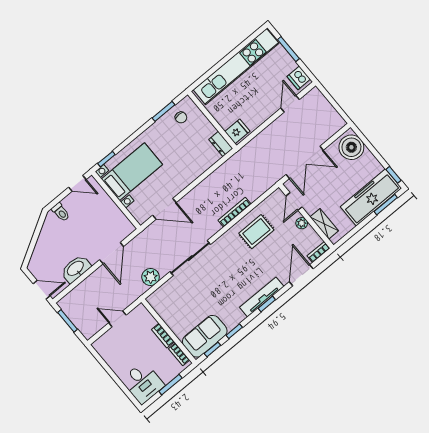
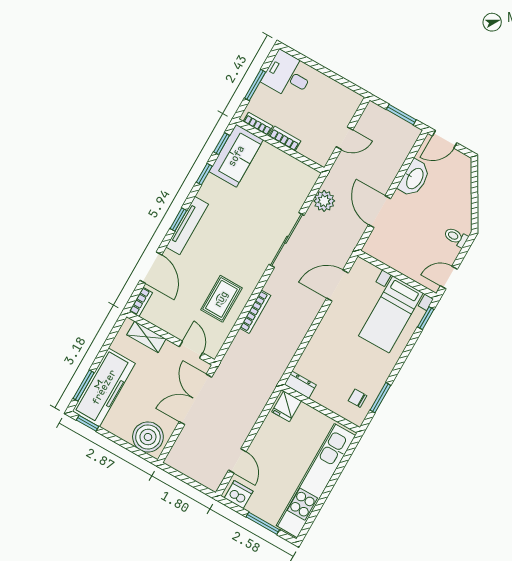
plant: (302, 223) -> (173, 328), removed

